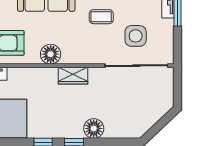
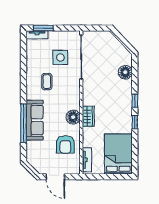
wardrobe: (73, 76) -> (88, 116), moved
floor lamp: (94, 128) -> (125, 72), moved

